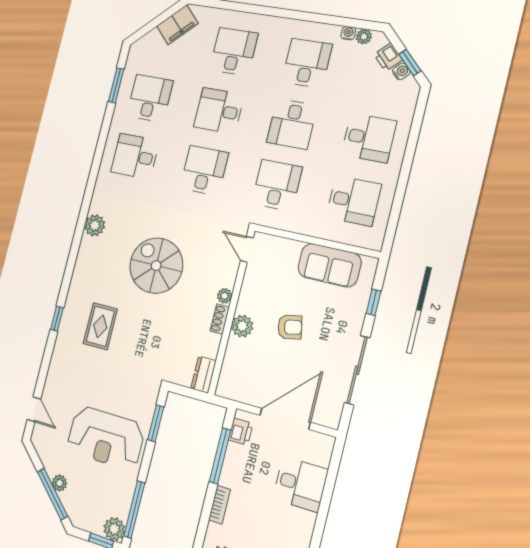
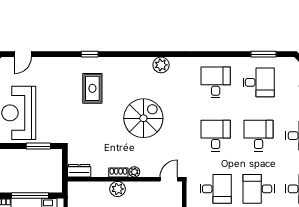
desk: (204, 170) -> (216, 136), turned -90
rug: (100, 326) -> (92, 88), turned 90

